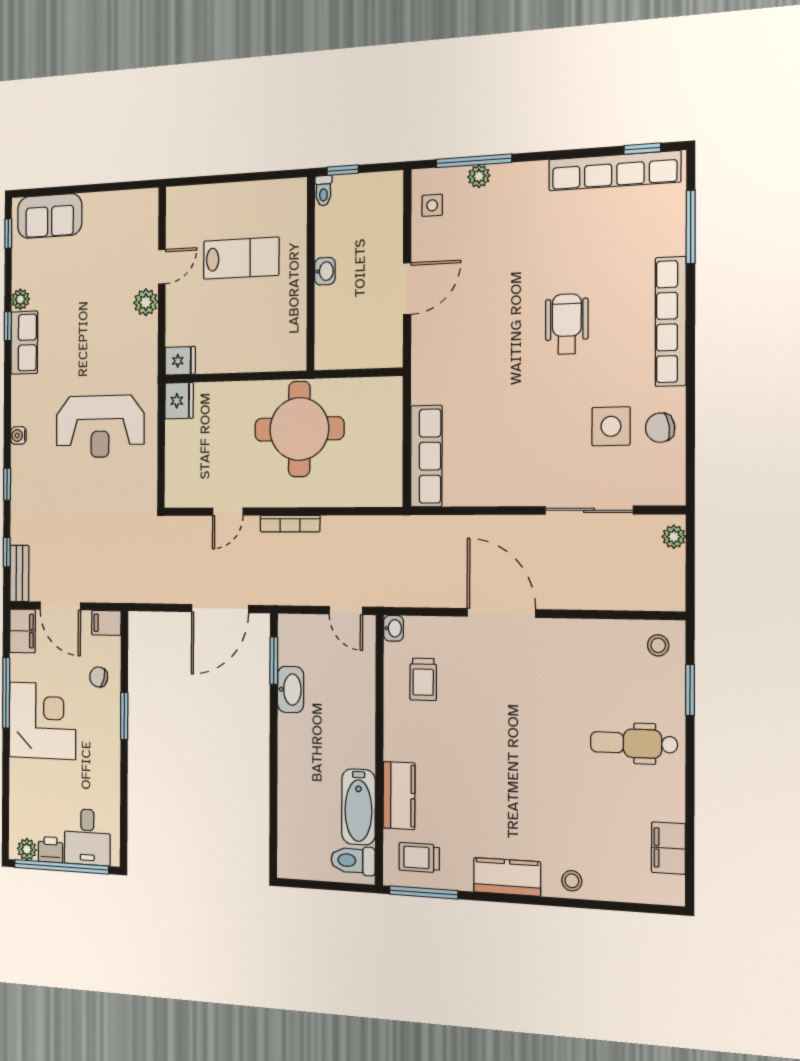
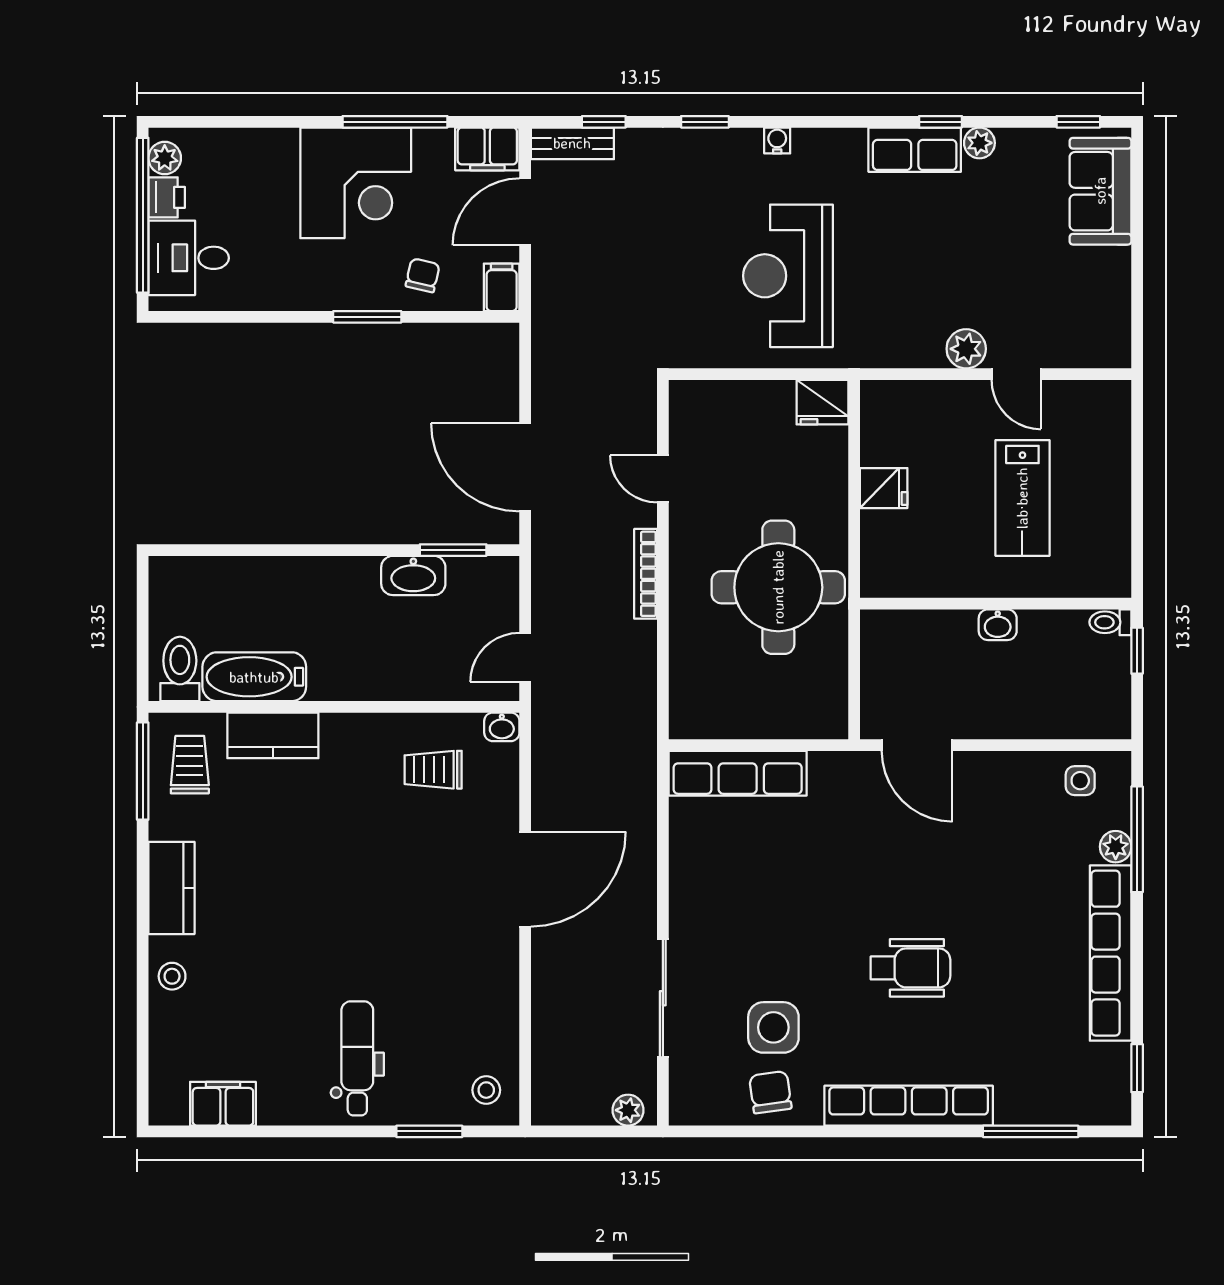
row of seats: (614, 171) -> (1111, 953), moved
door: (407, 289) -> (917, 745), moved
fridge: (180, 361) -> (884, 488), moved, turned -90

